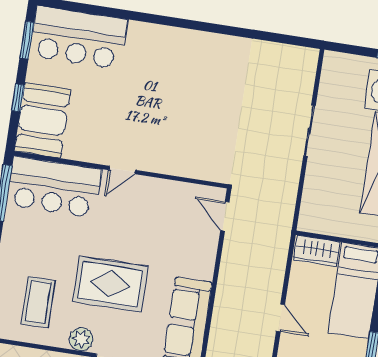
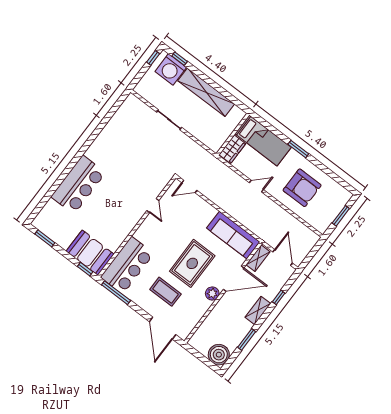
bar counter: (78, 37) -> (78, 185), moved
window: (18, 98) -> (85, 269), moved
door: (122, 170) -> (153, 206), moved
coffee table: (38, 302) -> (165, 292), moved

